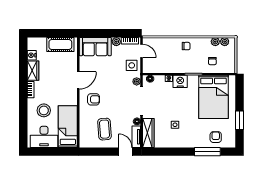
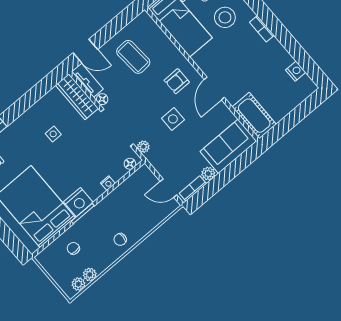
cot: (60, 45) -> (254, 116), moved, turned 90
side table: (132, 65) -> (173, 119), moved
wardrobe: (33, 71) -> (278, 54), removed
nightstand: (180, 81) -> (78, 202), moved

